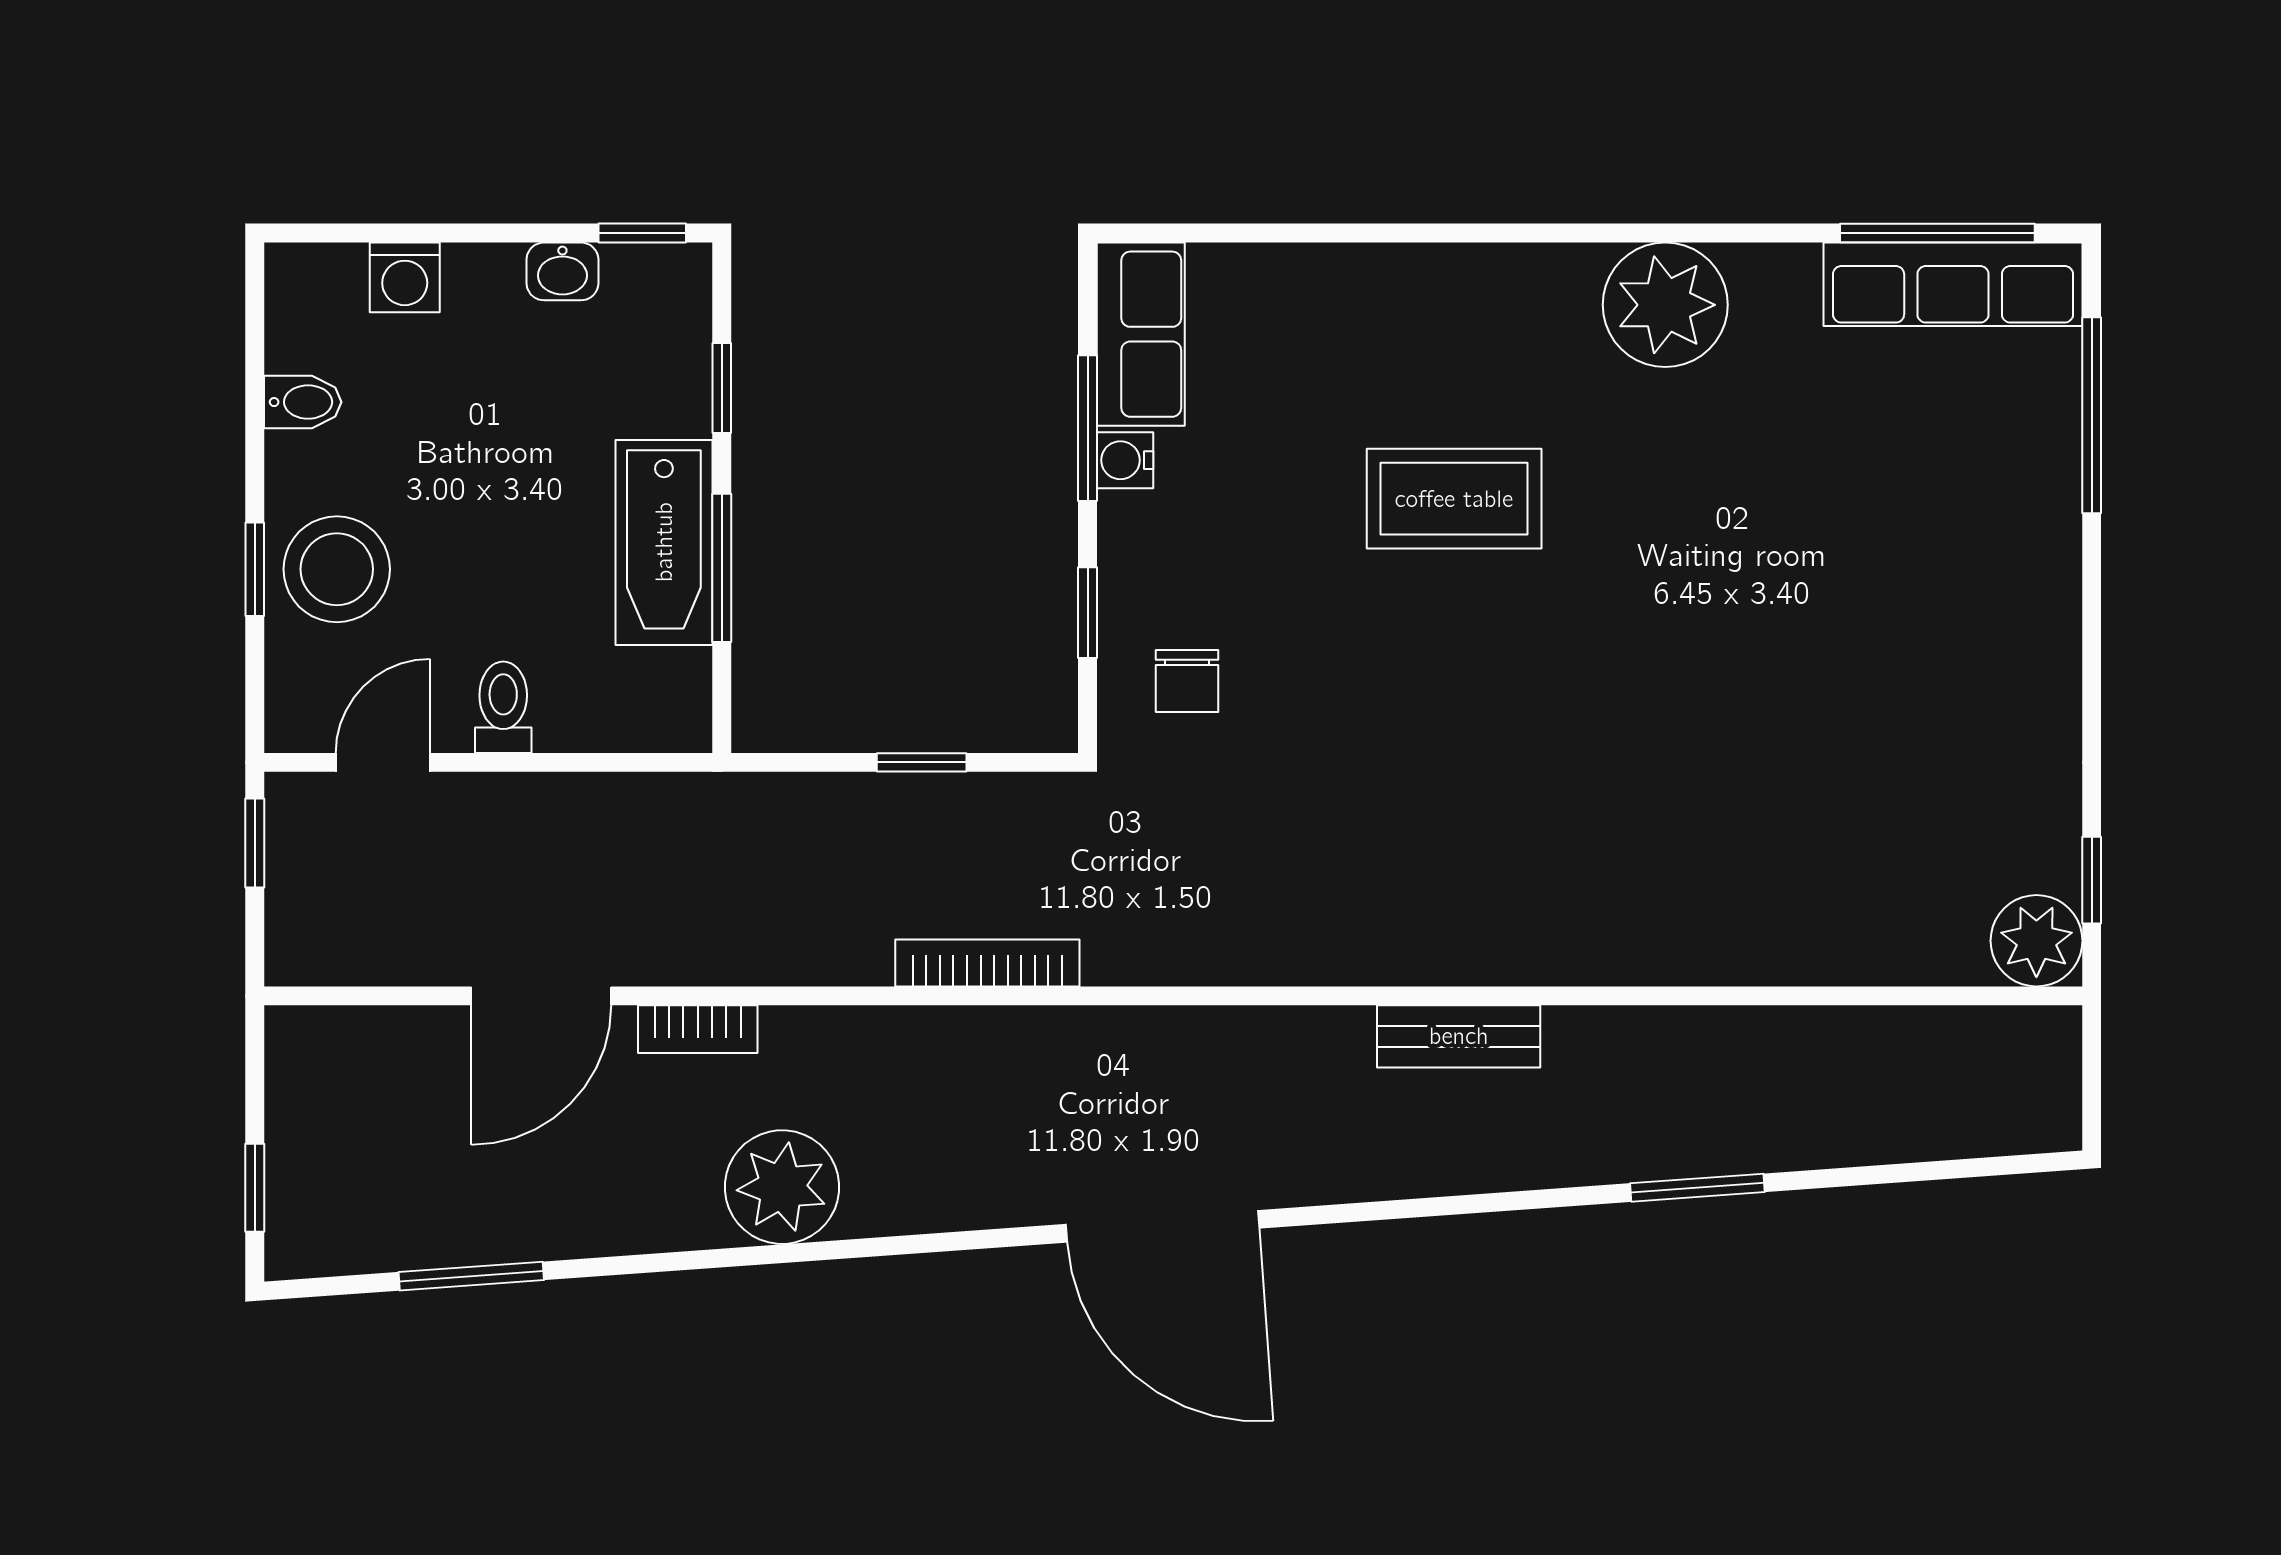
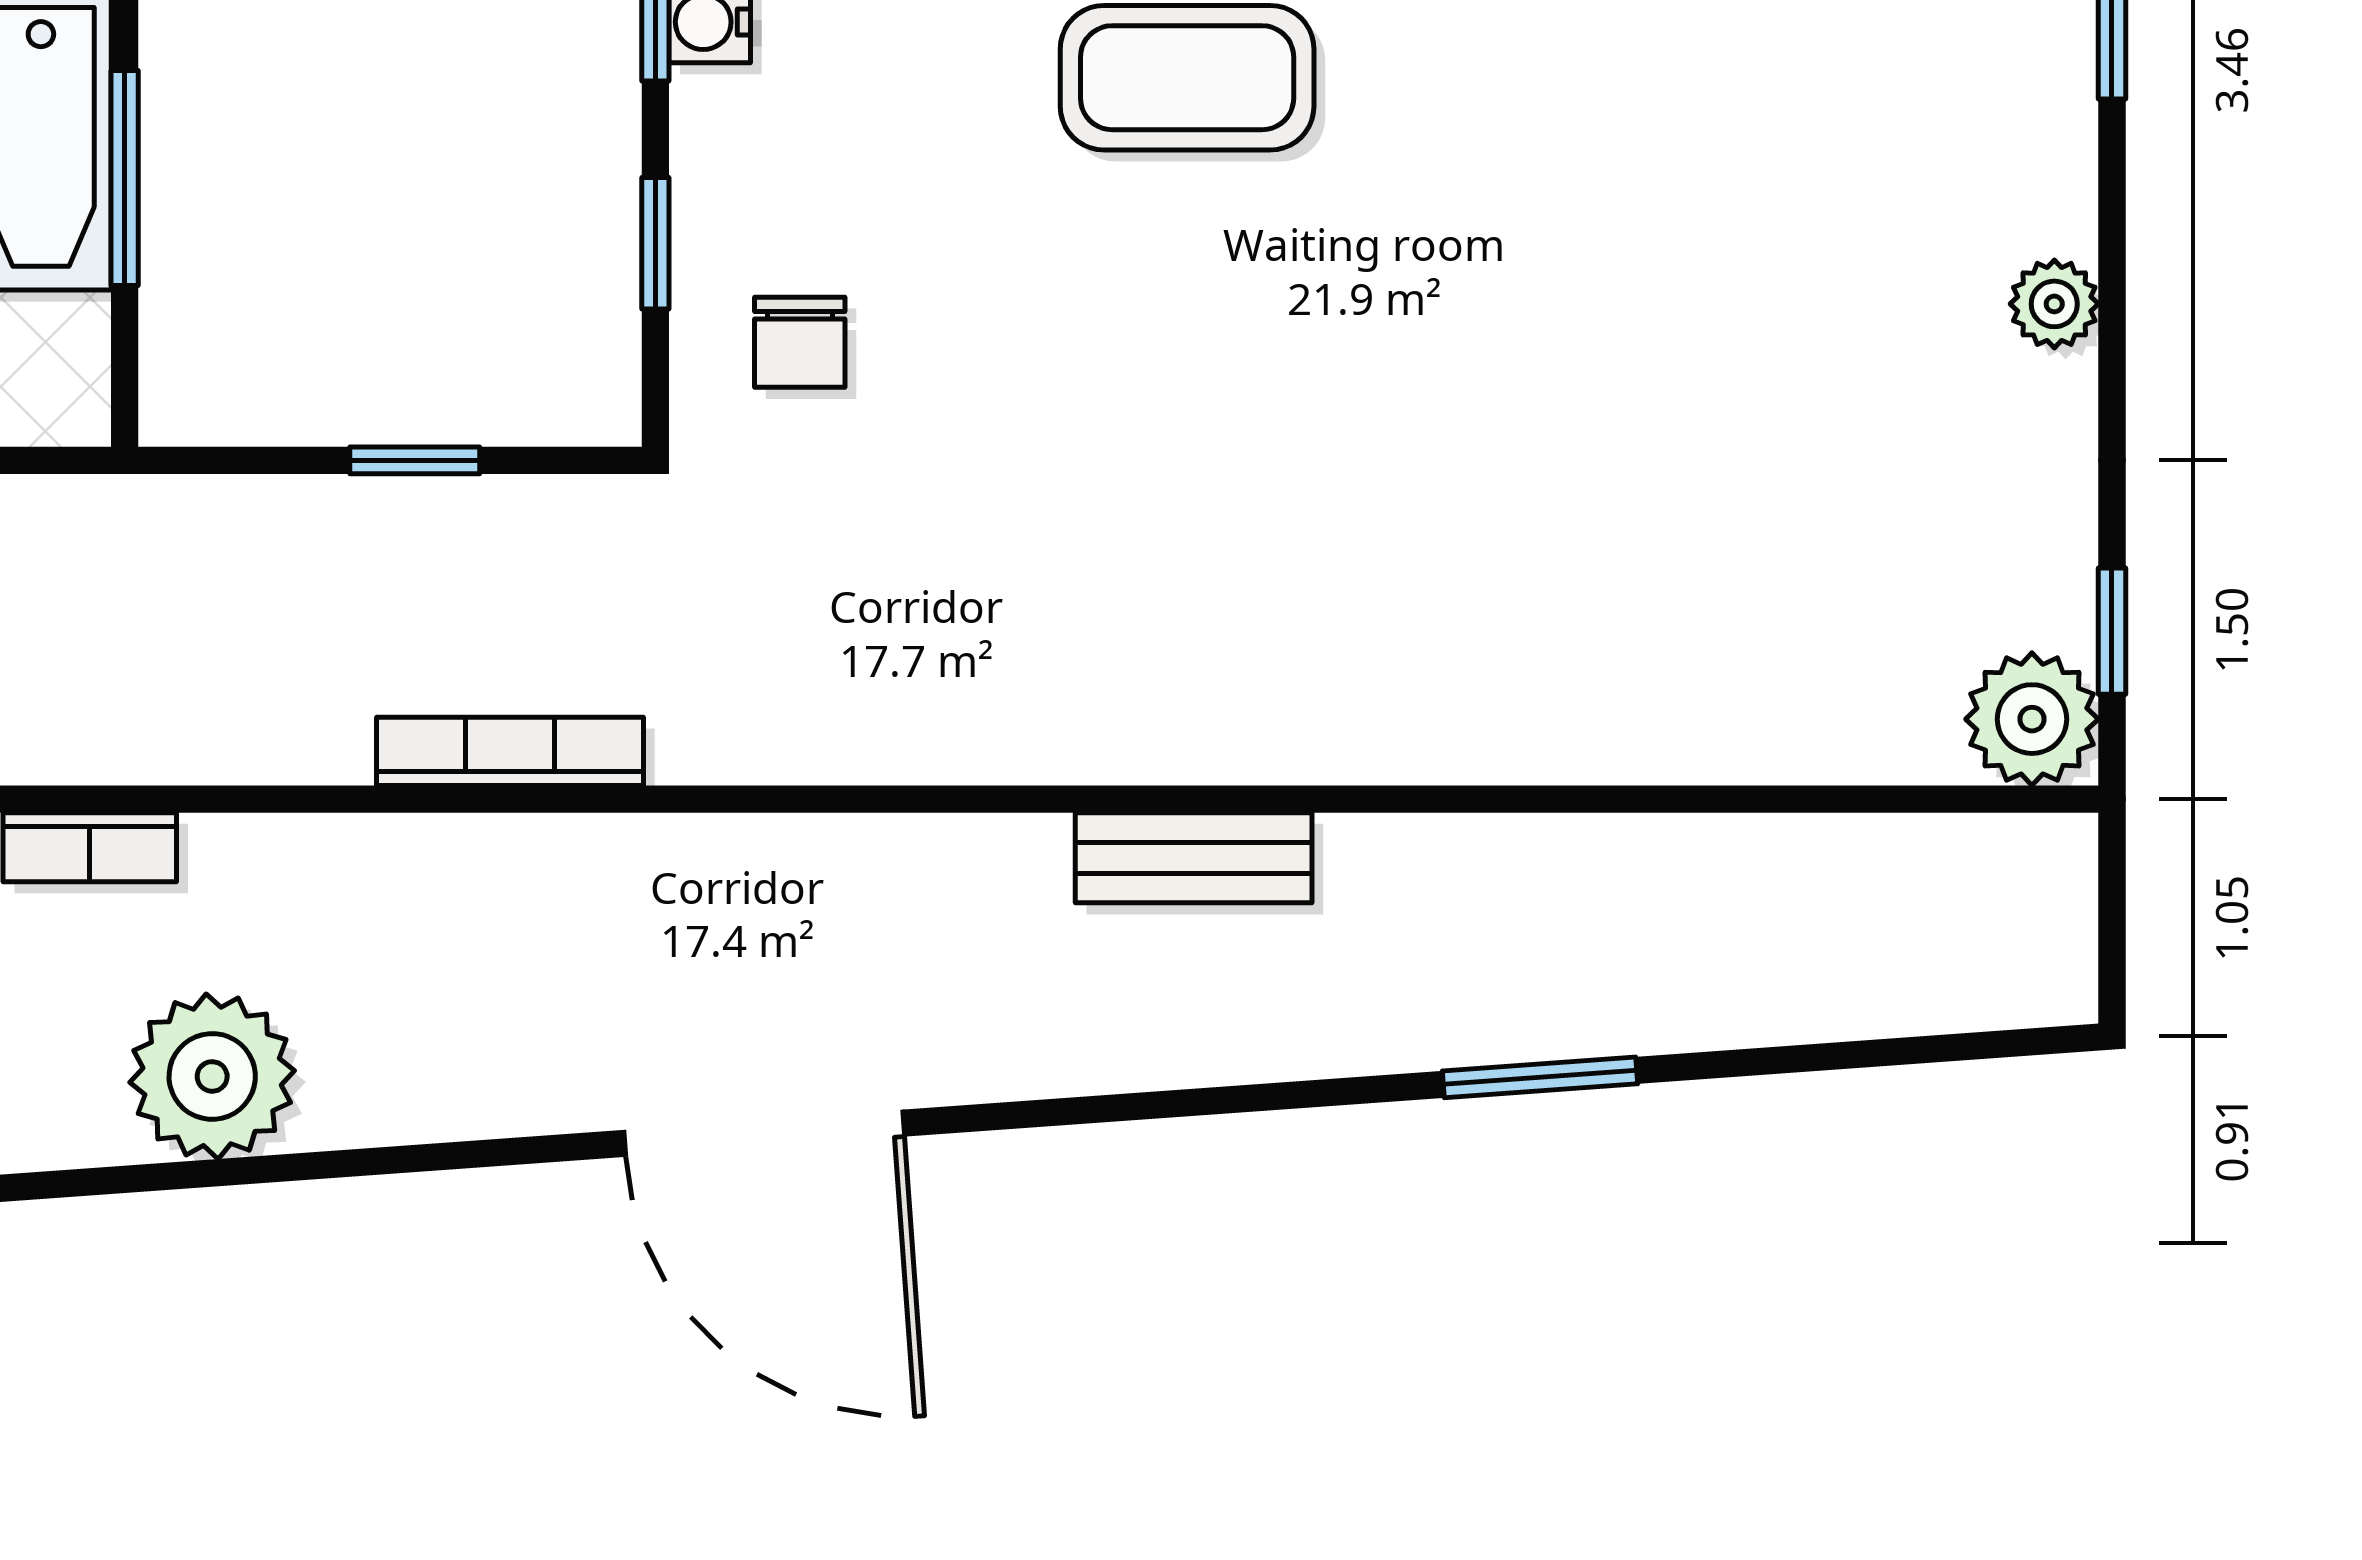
plant: (2052, 655) -> (2054, 304), added

